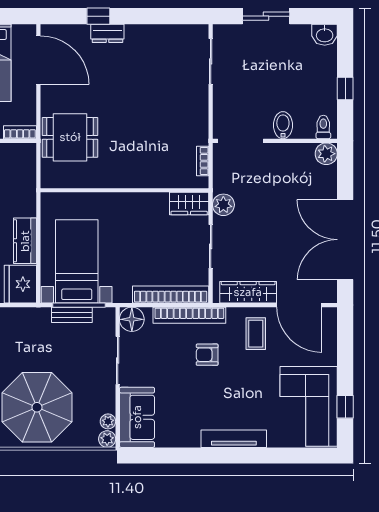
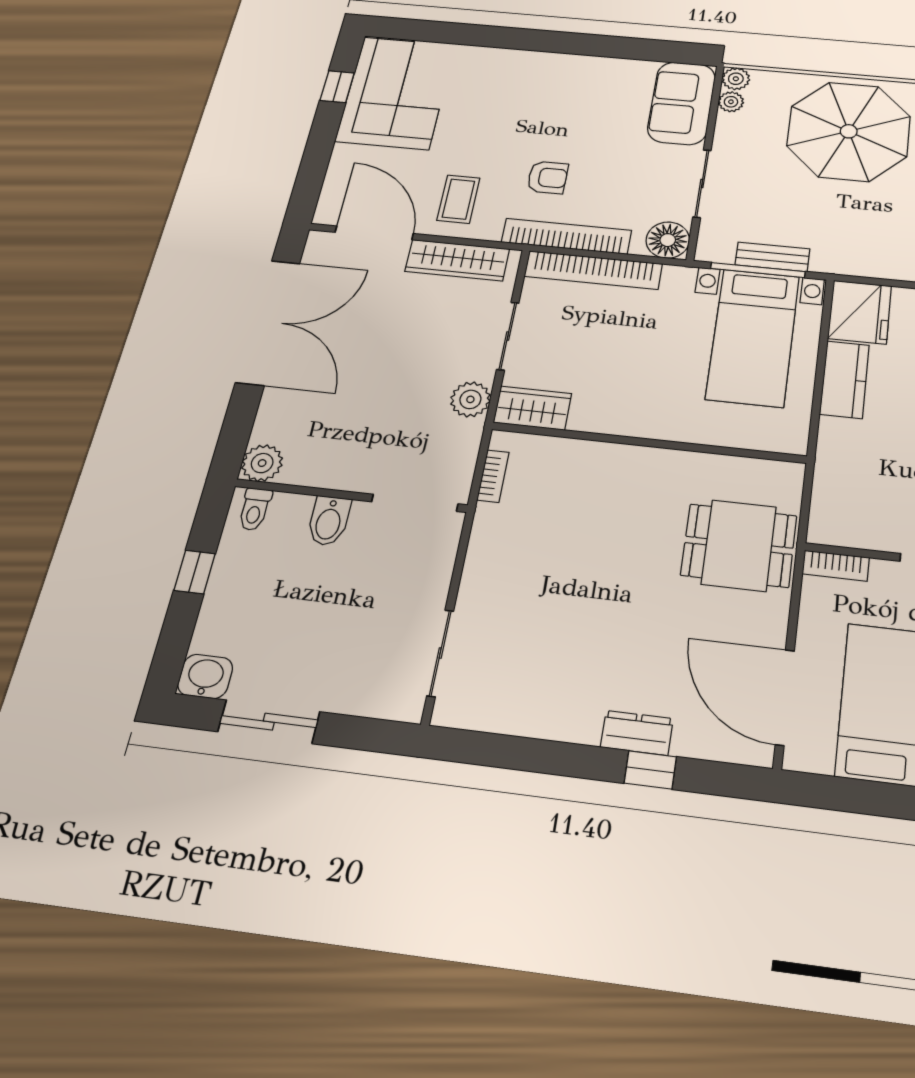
sliding door: (266, 16) -> (269, 722), moved
tv unit: (234, 439) -> (528, 61), removed

